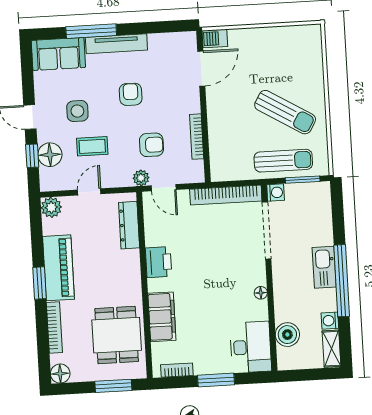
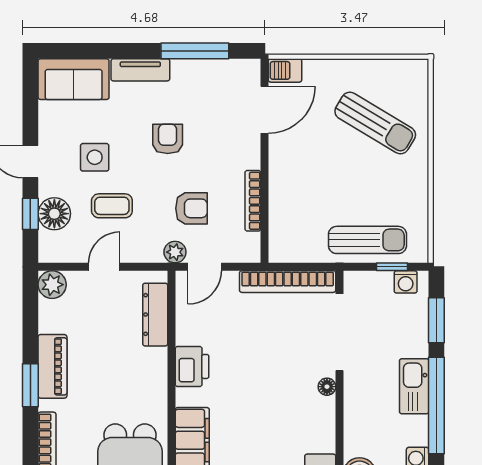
window: (91, 31) -> (195, 51), moved
tv unit: (116, 44) -> (140, 70), width x0.71
sun lounger: (285, 112) -> (375, 123), moved
window: (303, 180) -> (392, 267), width x0.67
door: (164, 188) -> (205, 267), hinge flipped
washing machine: (276, 192) -> (406, 282), moved, turned 90
window: (338, 217) -> (436, 320), added
piano: (58, 268) -> (52, 366), width x0.73, depth x0.75
floor lamp: (261, 293) -> (327, 387), moved

